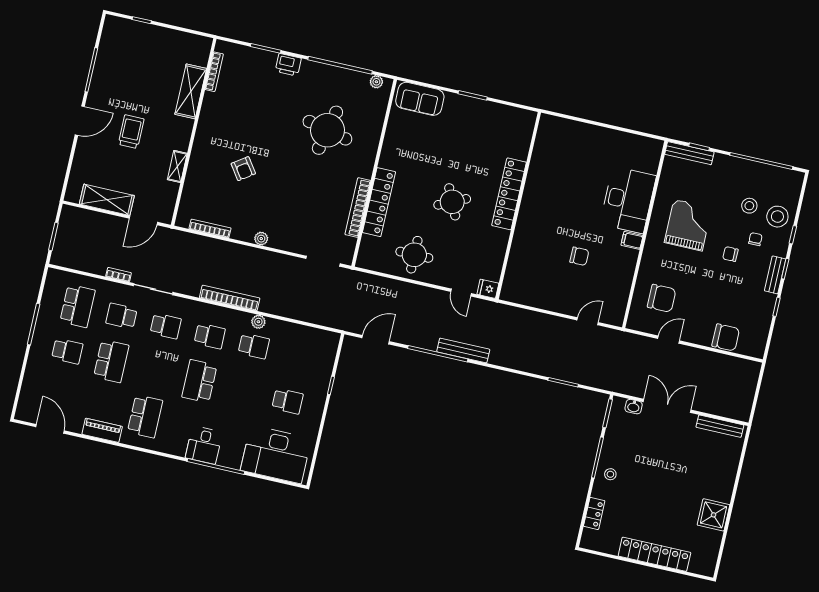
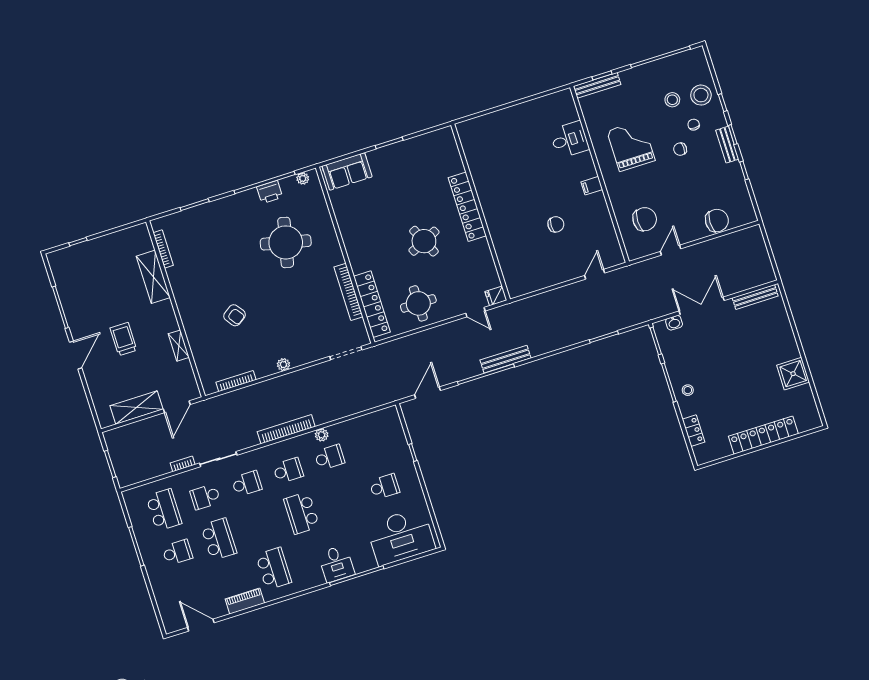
printer: (288, 65) -> (270, 192), moved
desk: (628, 200) -> (569, 140), width x0.53, depth x0.77
locker: (379, 202) -> (372, 304), moved

